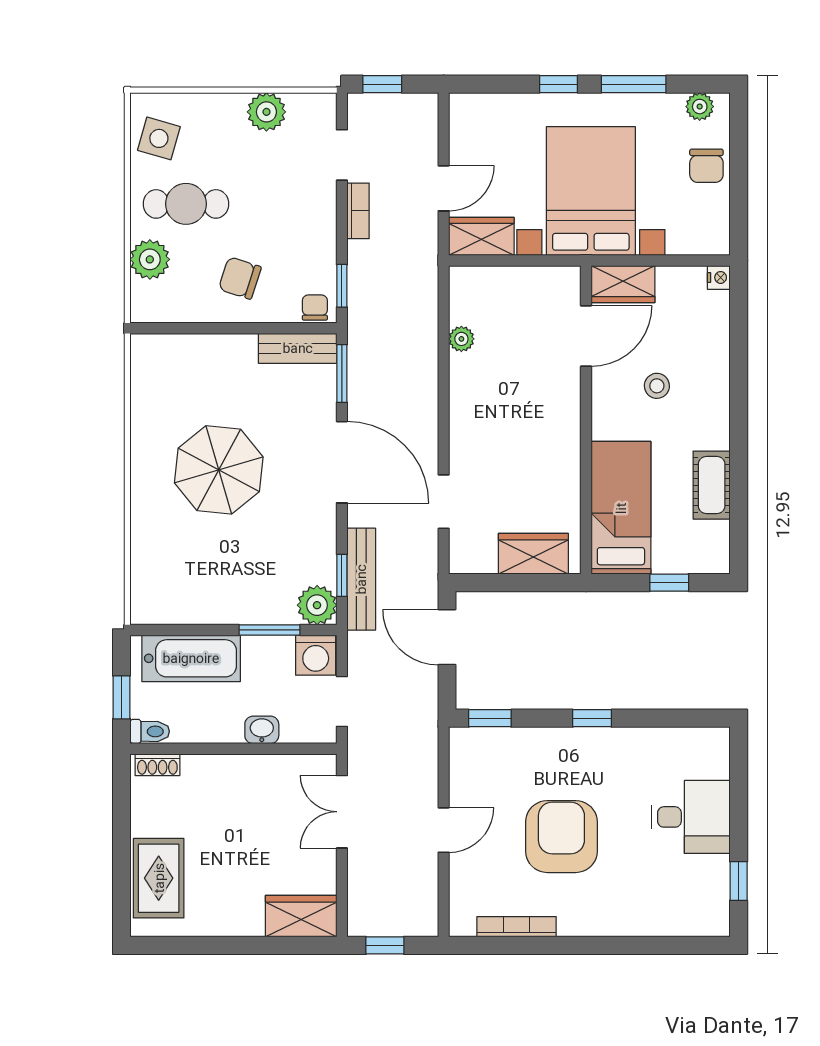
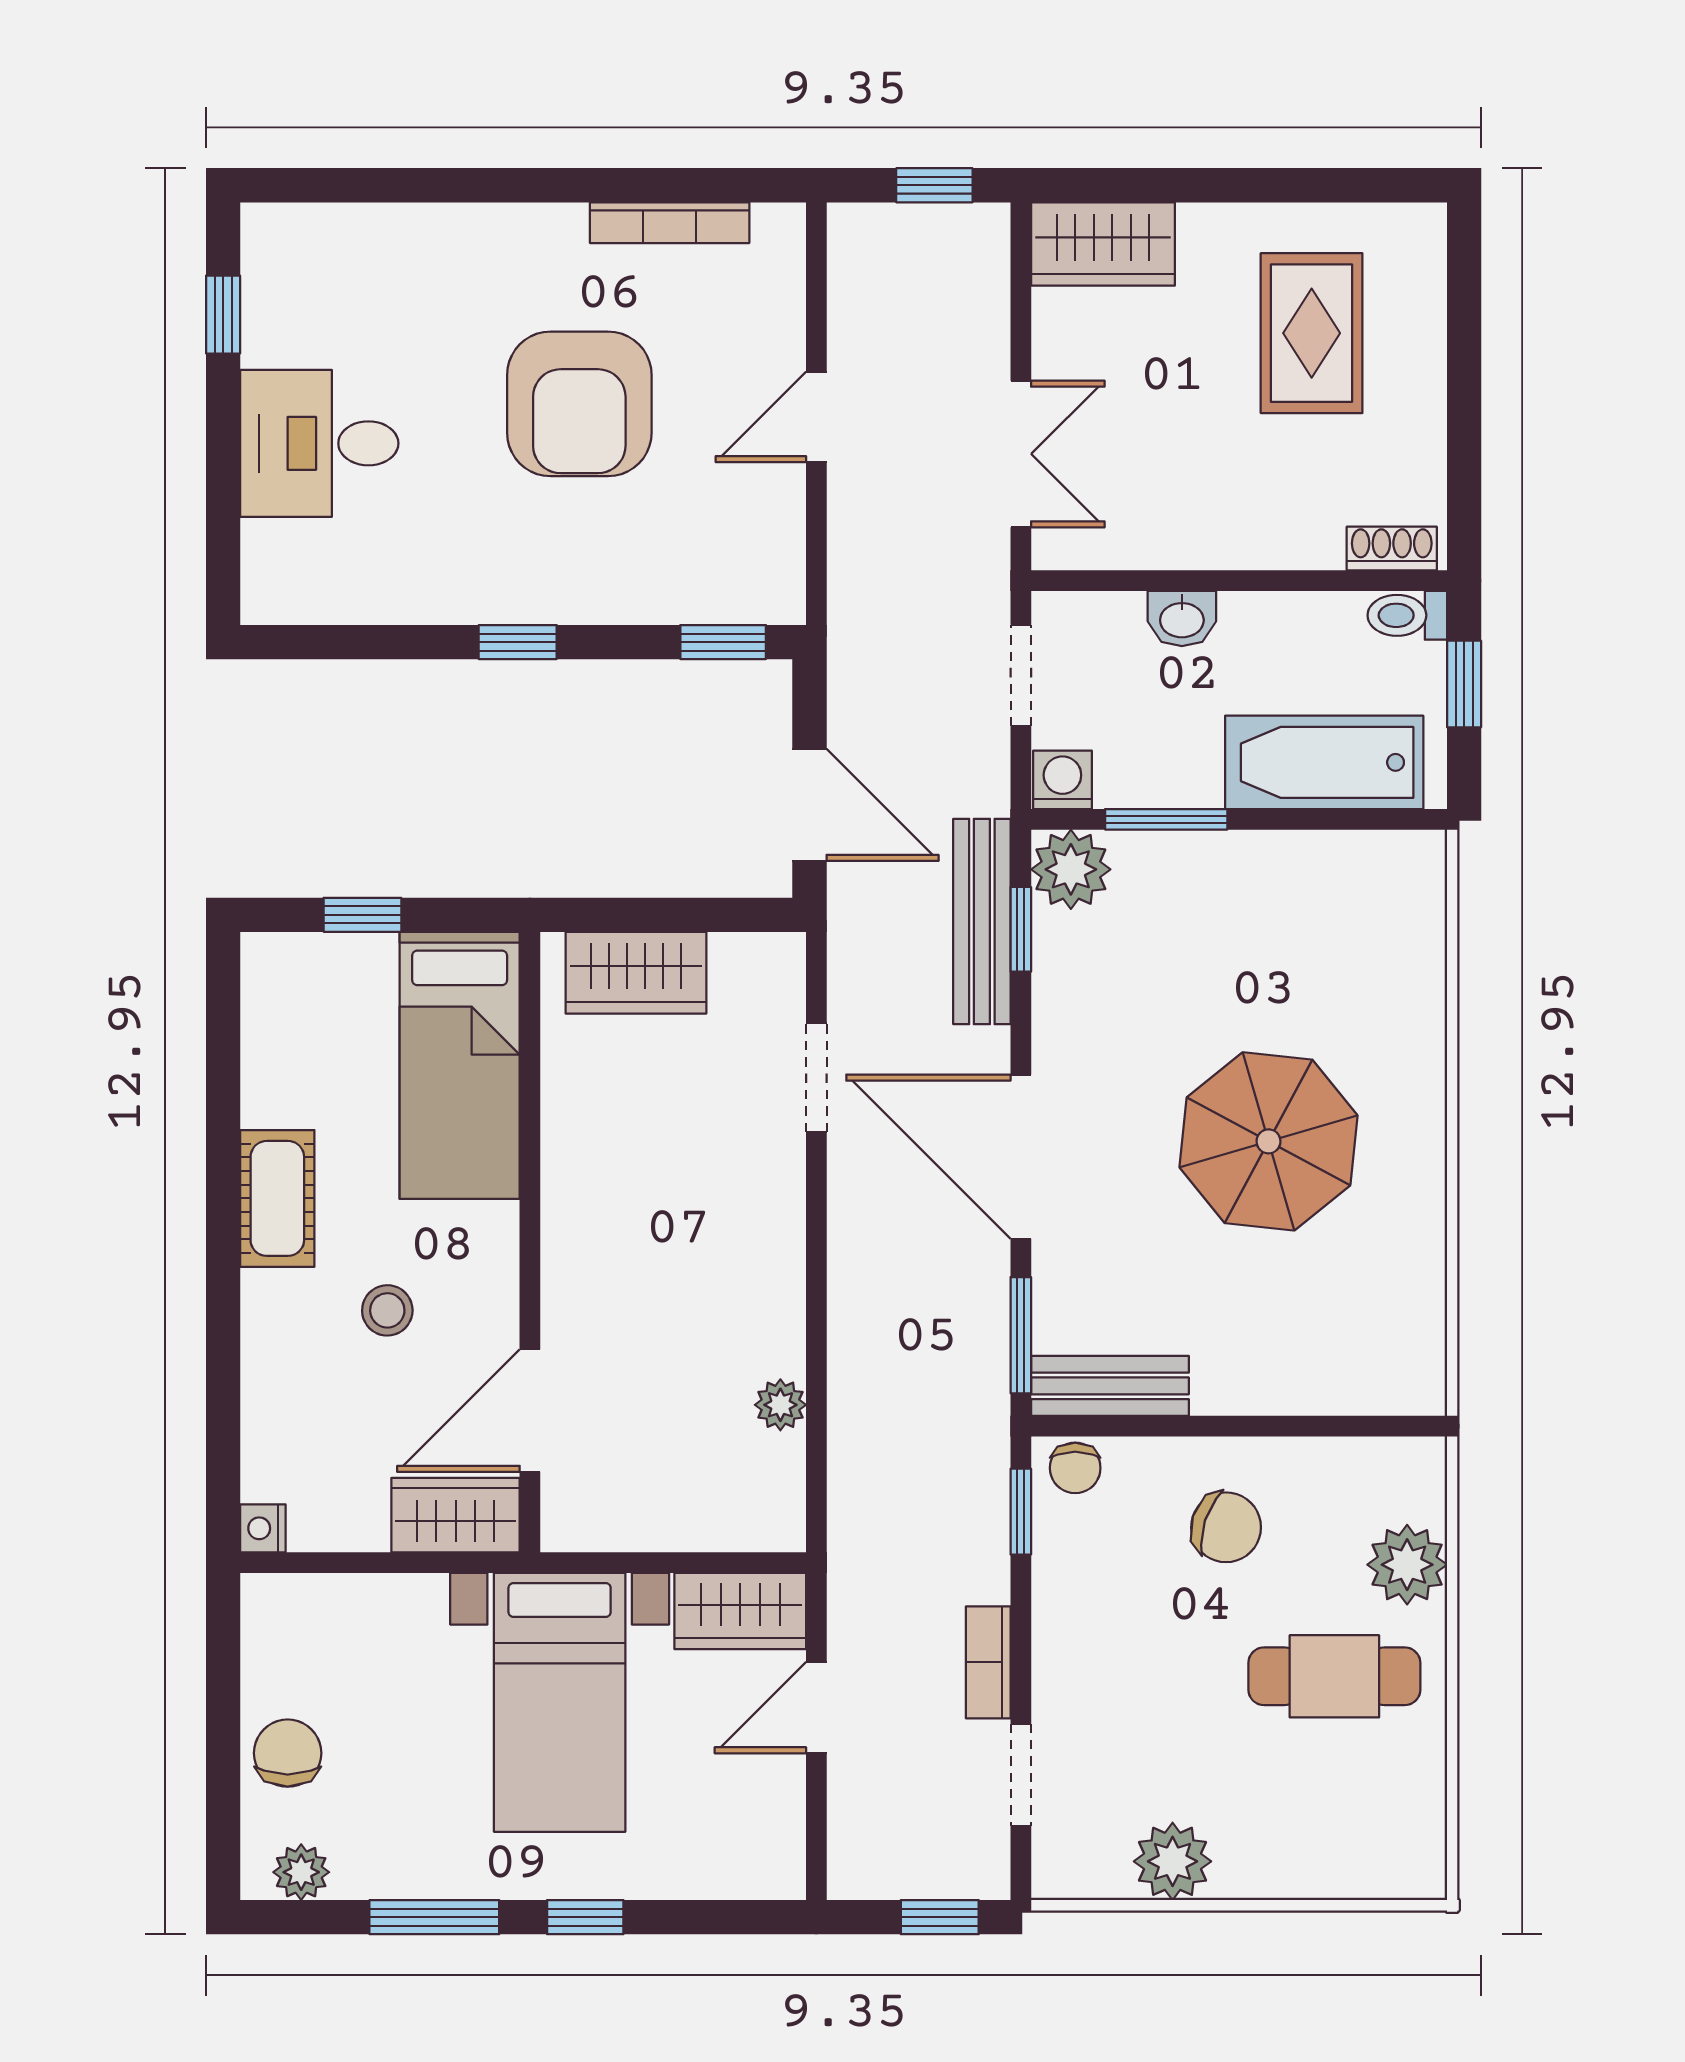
side table: (159, 138) -> (1389, 1808), removed
bed with nightstands: (591, 191) -> (560, 1702), width x0.73
cot: (712, 485) -> (277, 1198), moved
washing machine: (316, 655) -> (1062, 780), width x0.73, depth x0.73
rug: (159, 878) -> (1312, 333), moved

